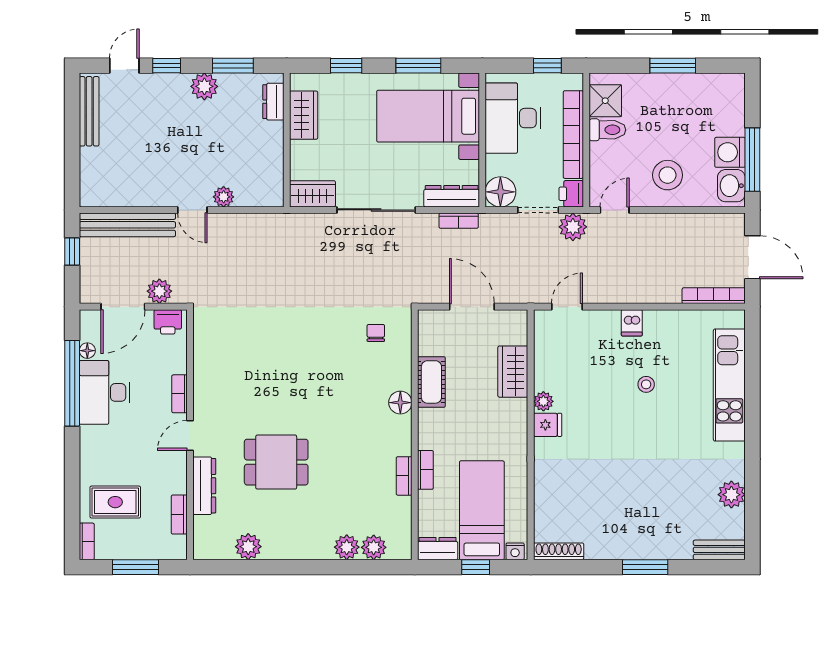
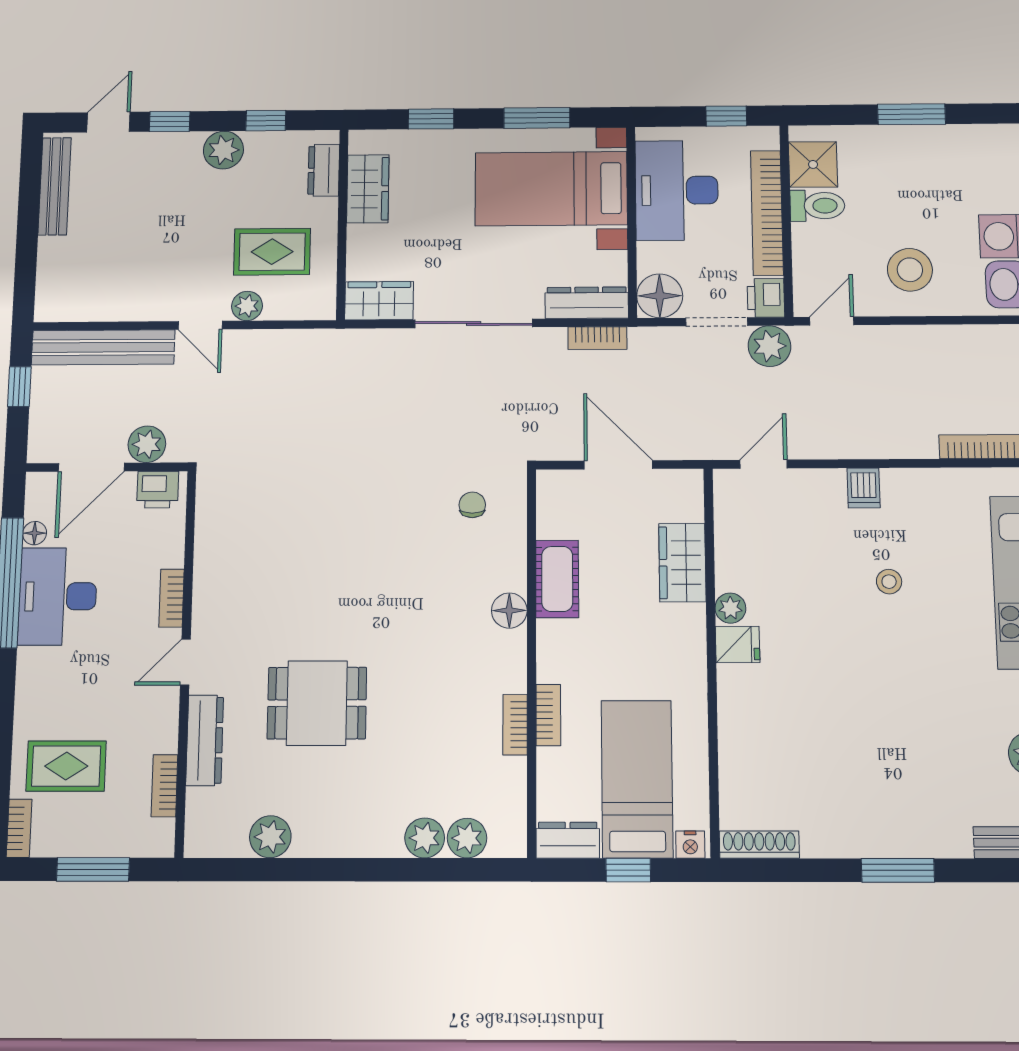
window: (233, 66) -> (266, 121), width x0.67
rug: (239, 159) -> (272, 252), added

